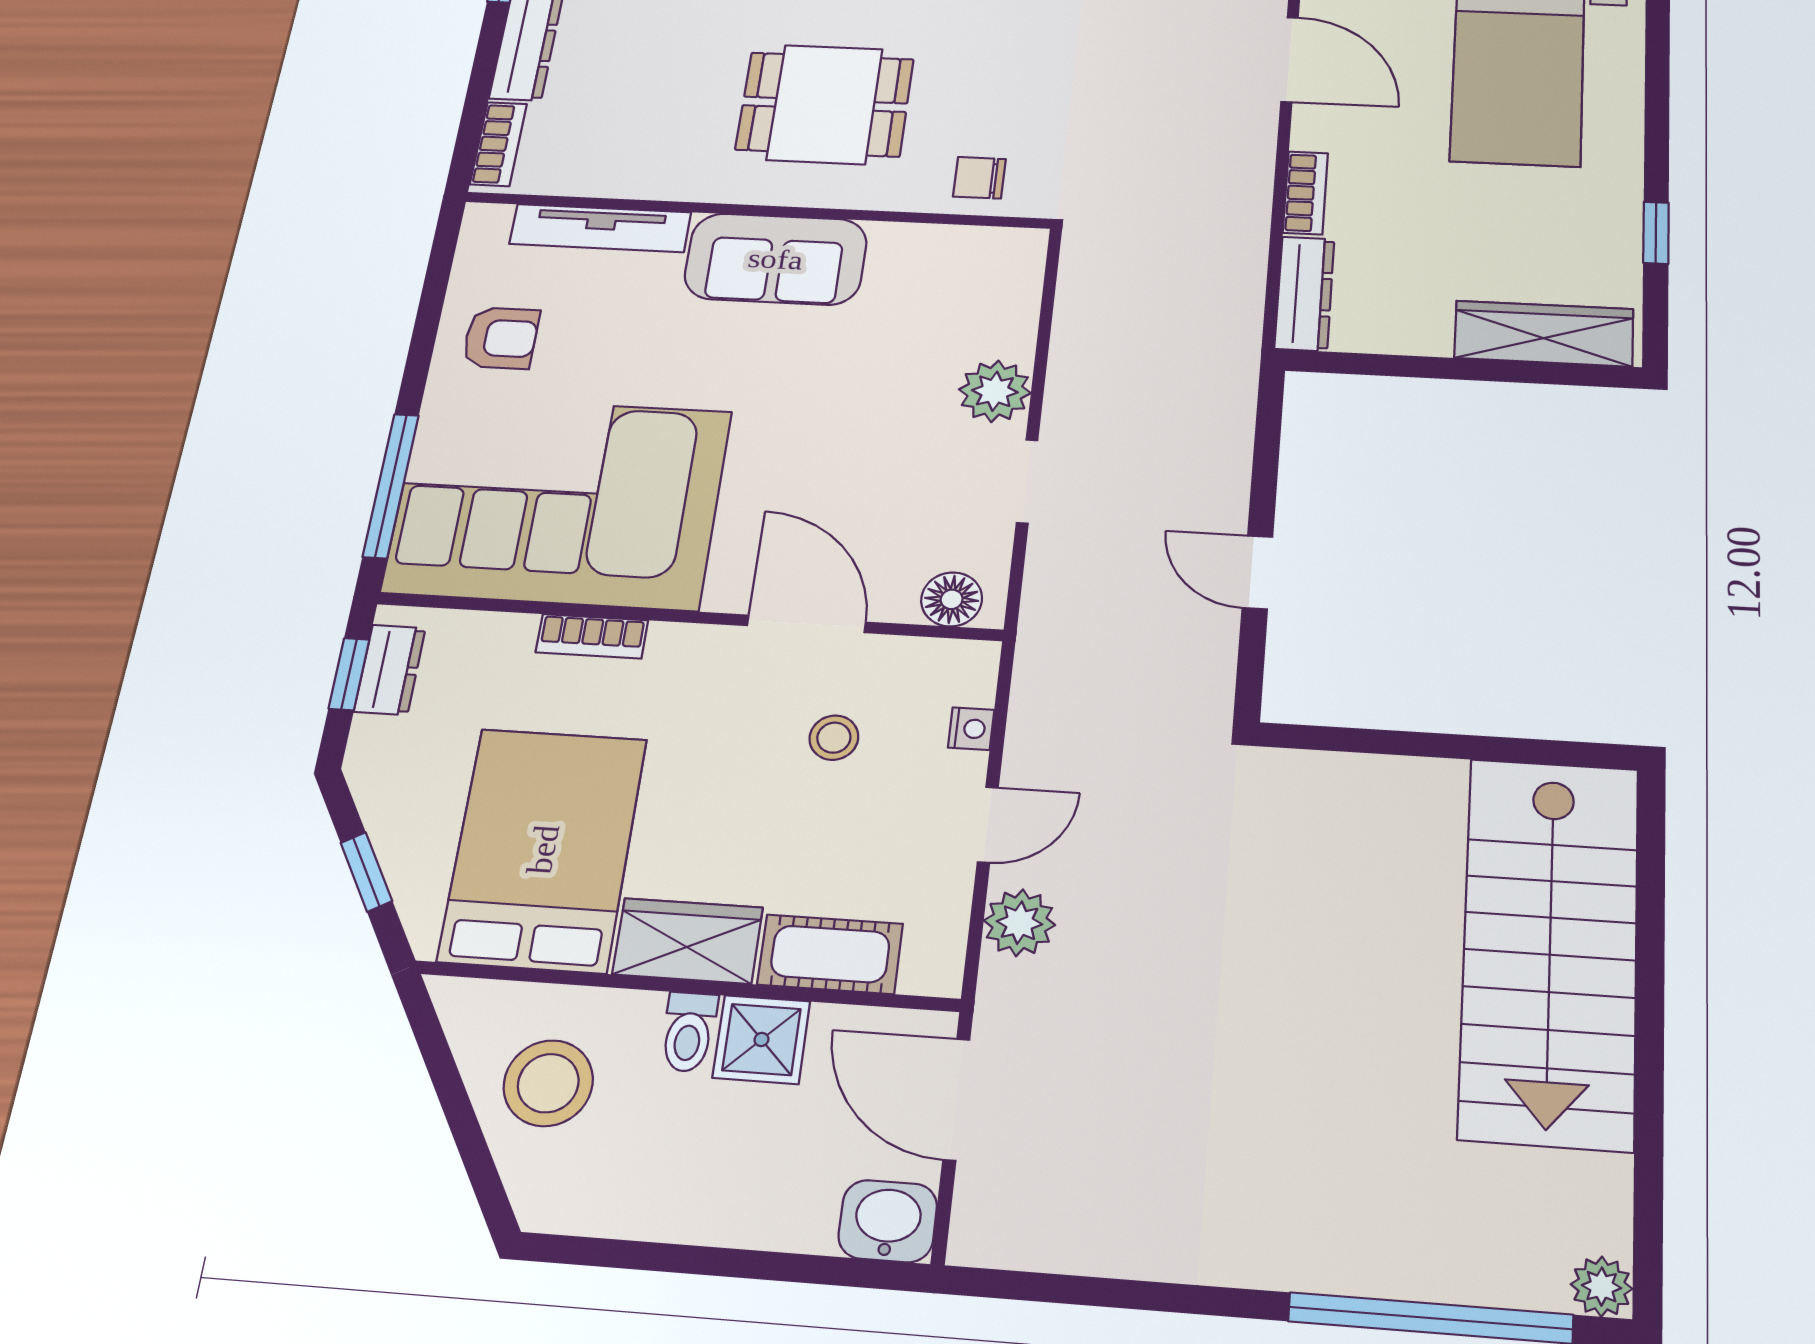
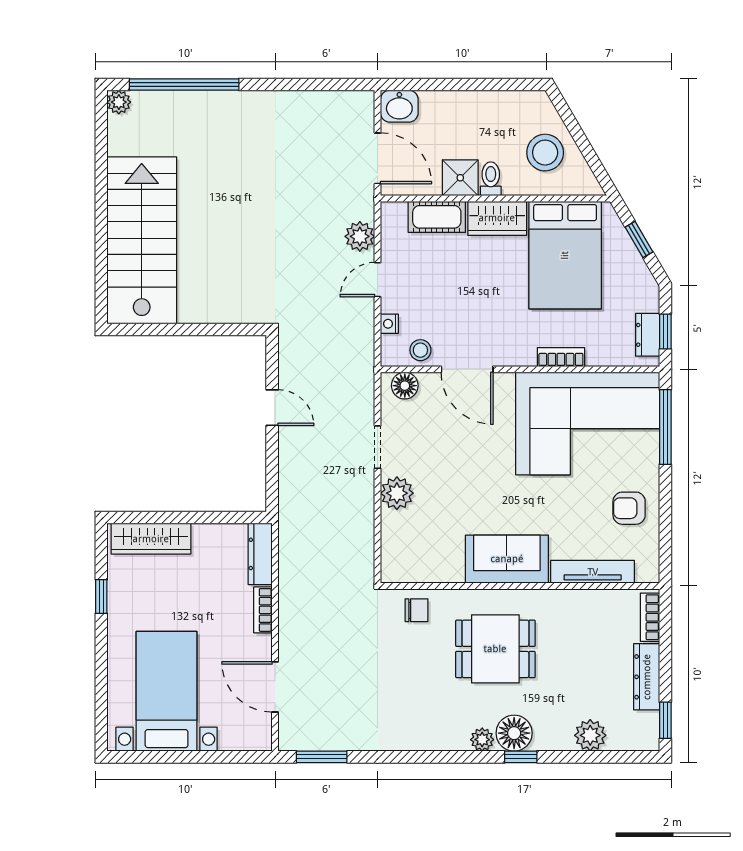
stool: (834, 738) -> (420, 350), moved

